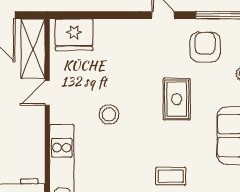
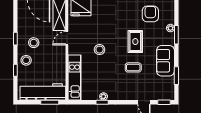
coffee table: (171, 176) -> (133, 67), moved

